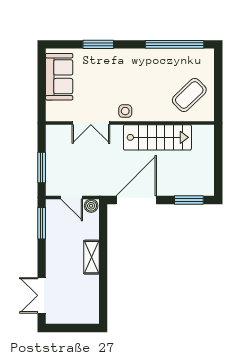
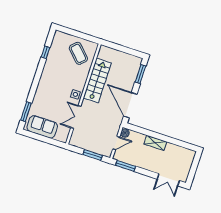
window: (98, 44) -> (26, 112), moved
window: (174, 44) -> (45, 52), width x0.32
double door: (91, 123) -> (76, 117), swing flipped

